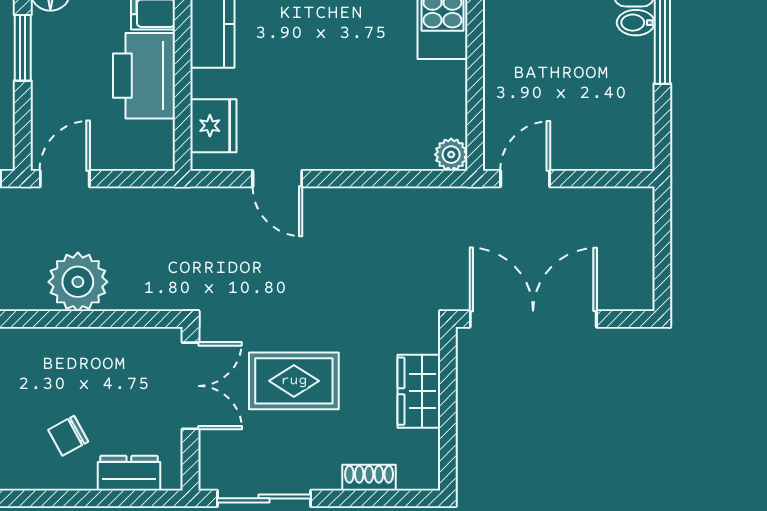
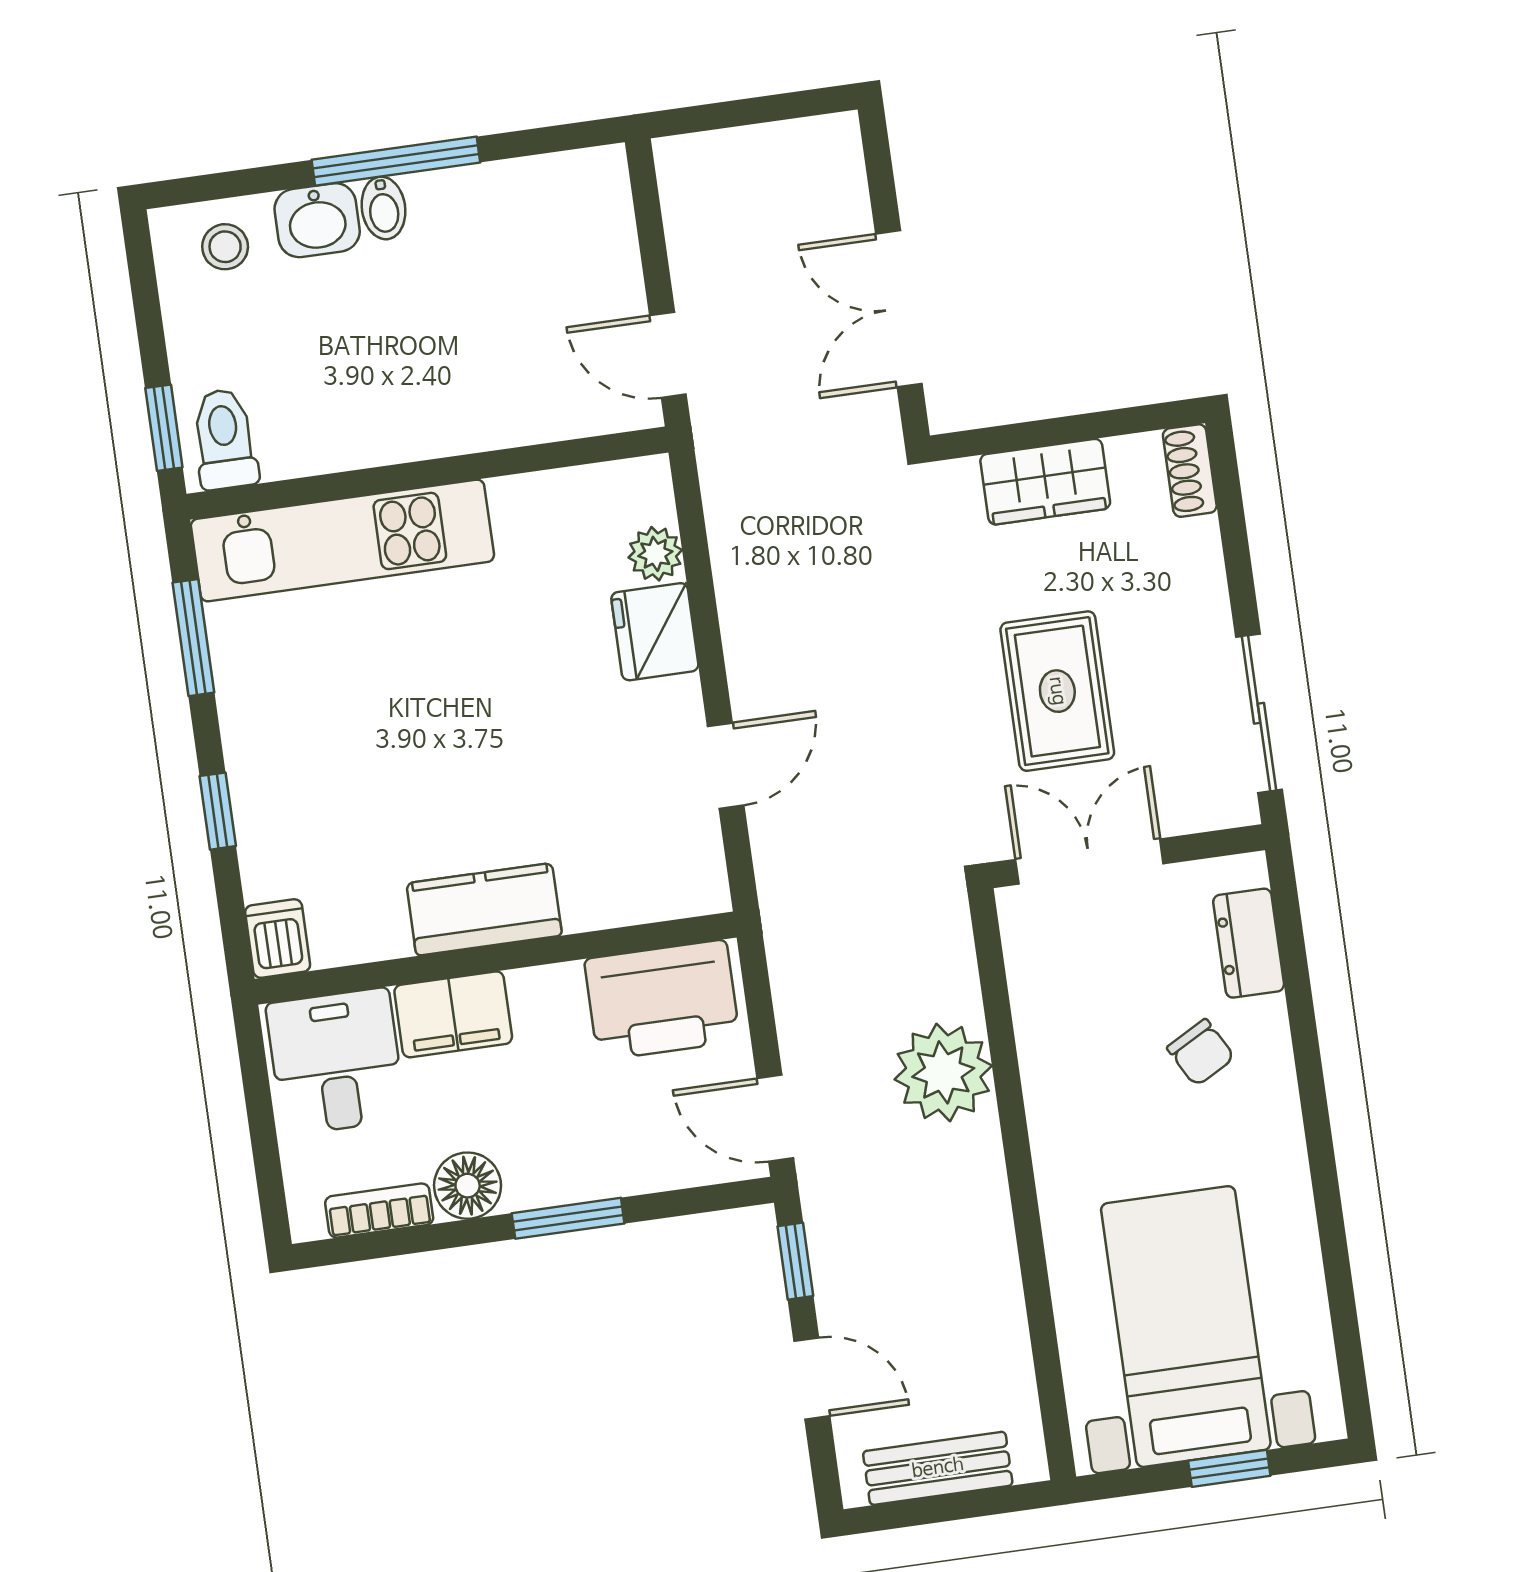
printer: (144, 76) -> (662, 1000), moved
fridge: (213, 126) -> (655, 632), moved, turned -90
plant: (451, 155) -> (655, 554), moved
double door: (533, 319) -> (899, 309), width x0.73
shoe rack: (369, 478) -> (1190, 471), moved

